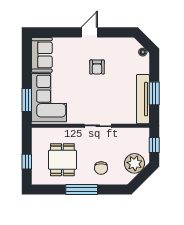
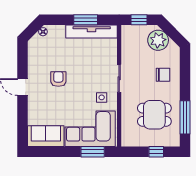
armchair: (97, 67) -> (58, 79), turned -90
side table: (79, 109) -> (102, 97), added
window: (82, 190) -> (185, 117), moved

